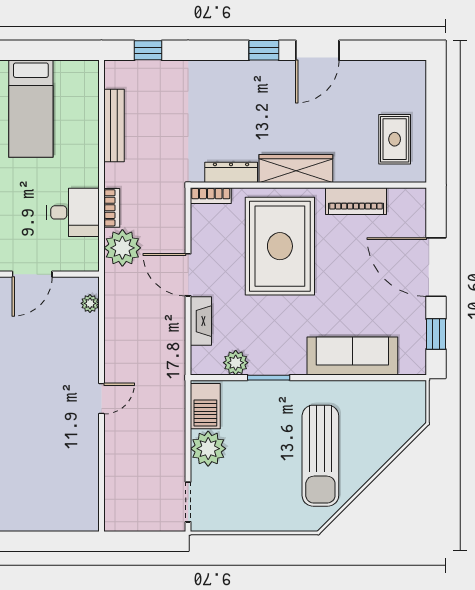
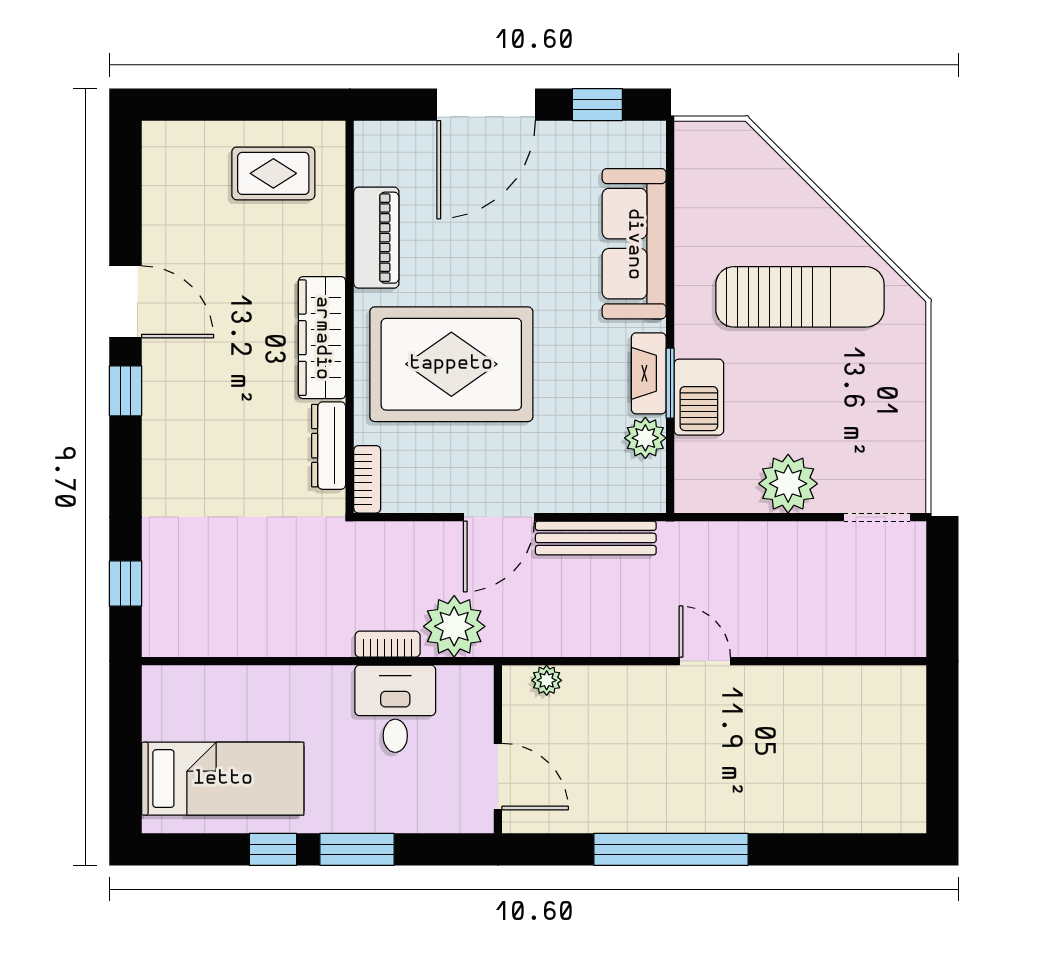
bench: (114, 126) -> (596, 538), moved
fireplace: (201, 321) -> (649, 373), moved, turned -90
barbecue: (205, 406) -> (699, 397), moved, turned 90

